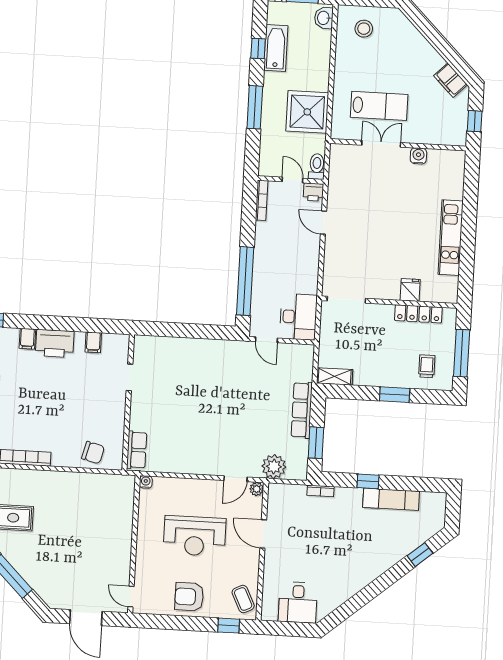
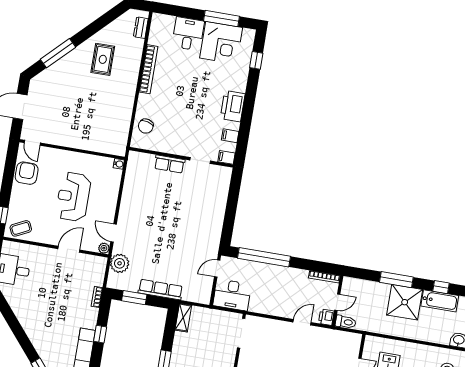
shower: (307, 112) -> (405, 302), moved
filing cabinet: (27, 339) -> (226, 157), moved
row of seats: (137, 450) -> (169, 164), moved
door: (131, 597) -> (32, 143), swing flipped
armchair: (189, 597) -> (27, 173), moved

